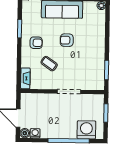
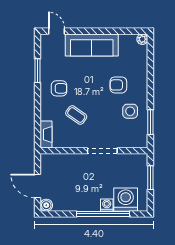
armchair: (67, 40) -> (118, 85), moved
side table: (91, 61) -> (130, 111), added
washing machine: (35, 133) -> (107, 205), moved

